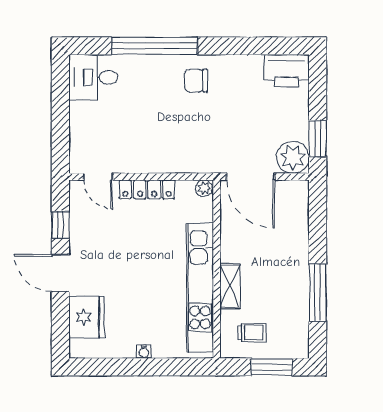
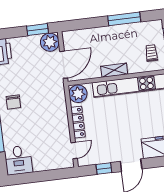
plant: (204, 188) -> (78, 94), width x1.88, depth x1.88
shelving: (230, 286) -> (114, 70), moved

